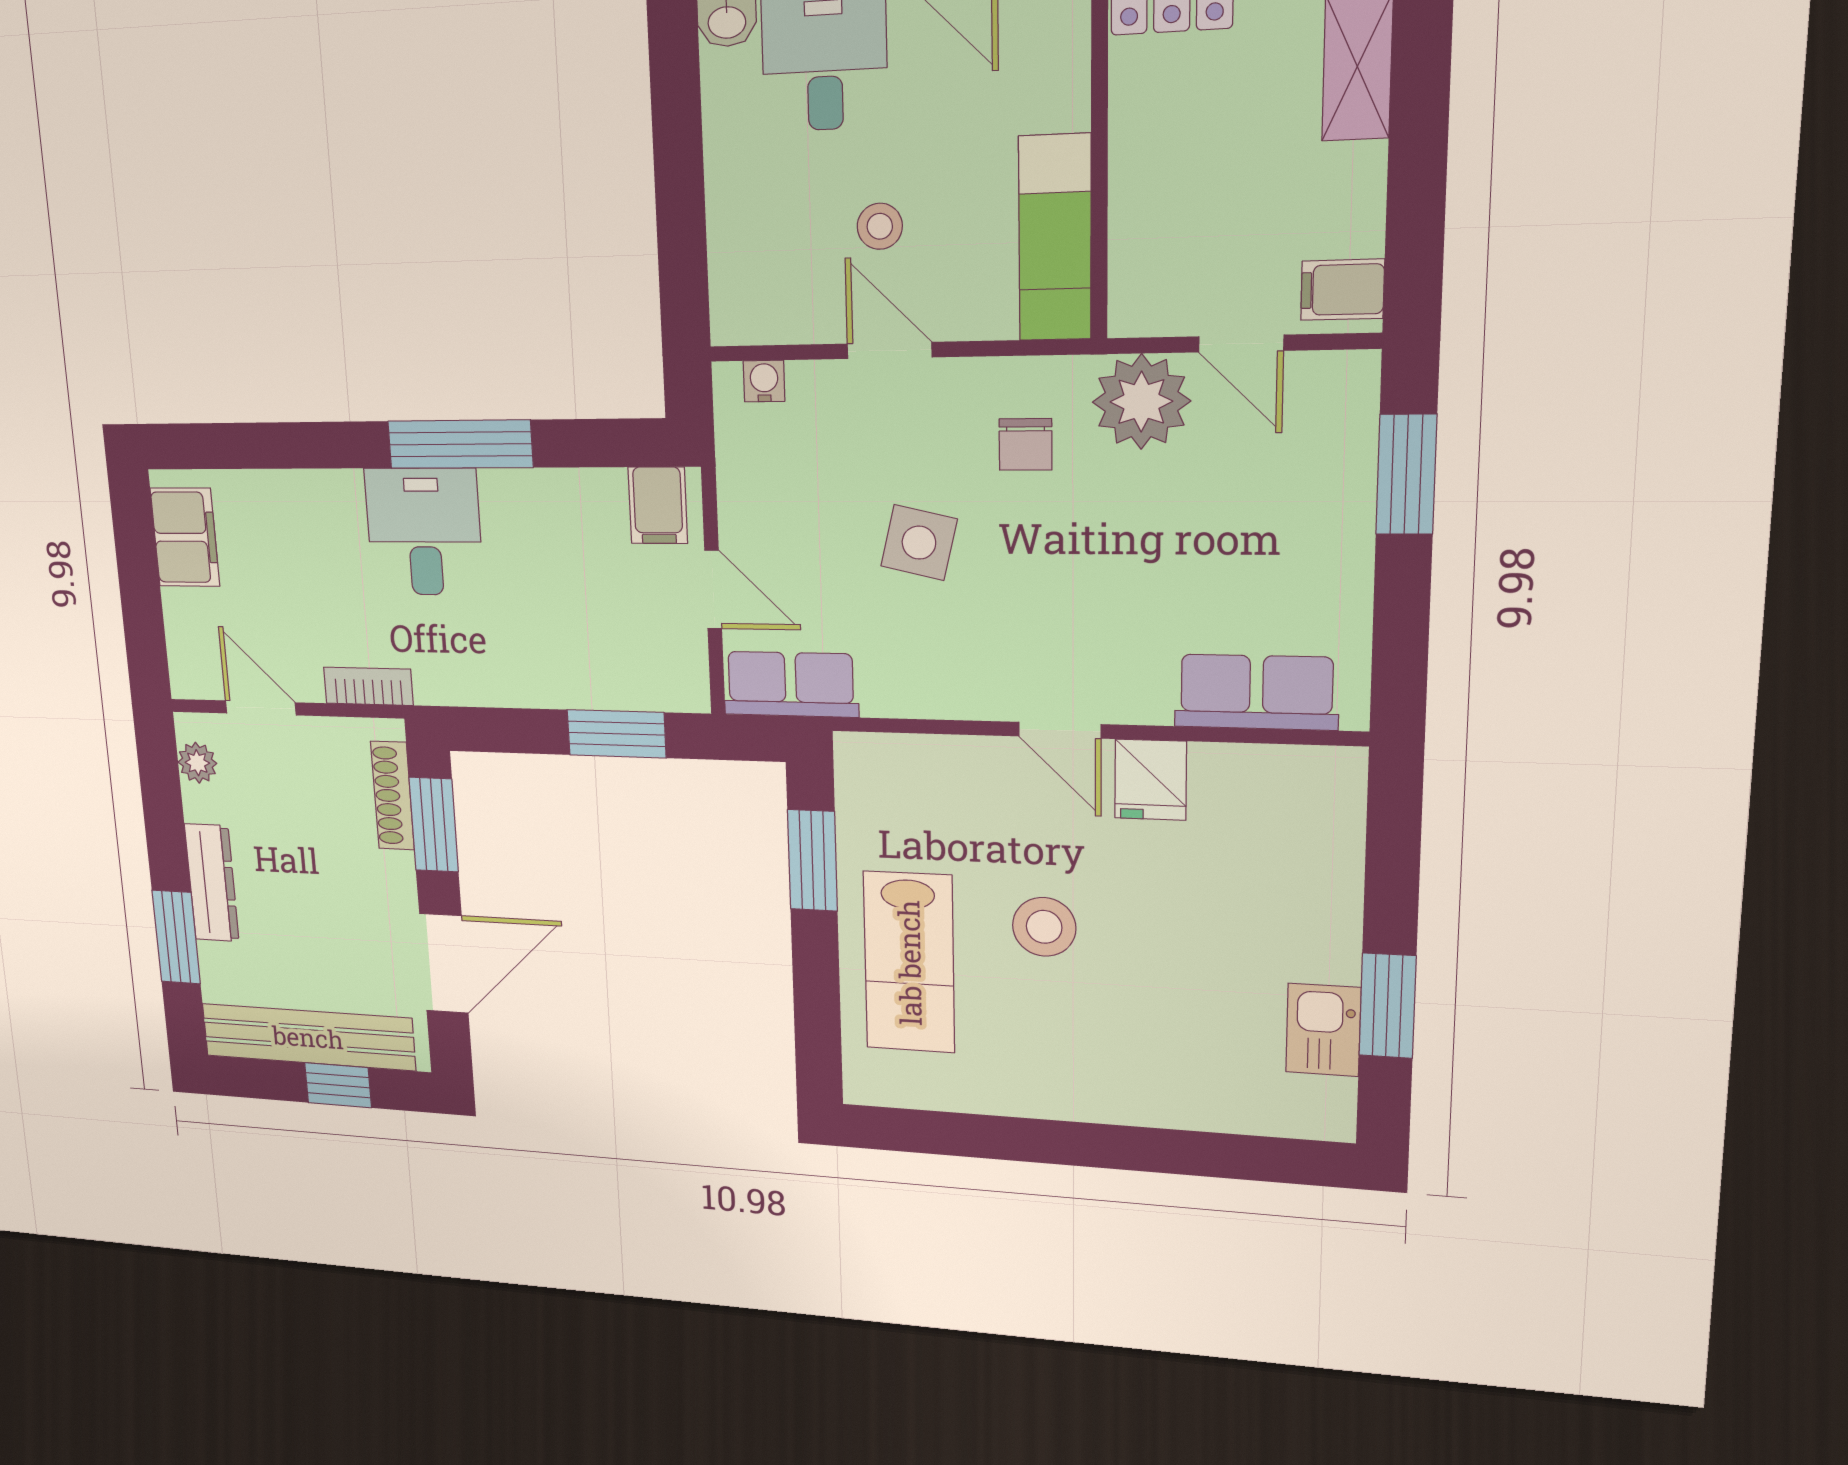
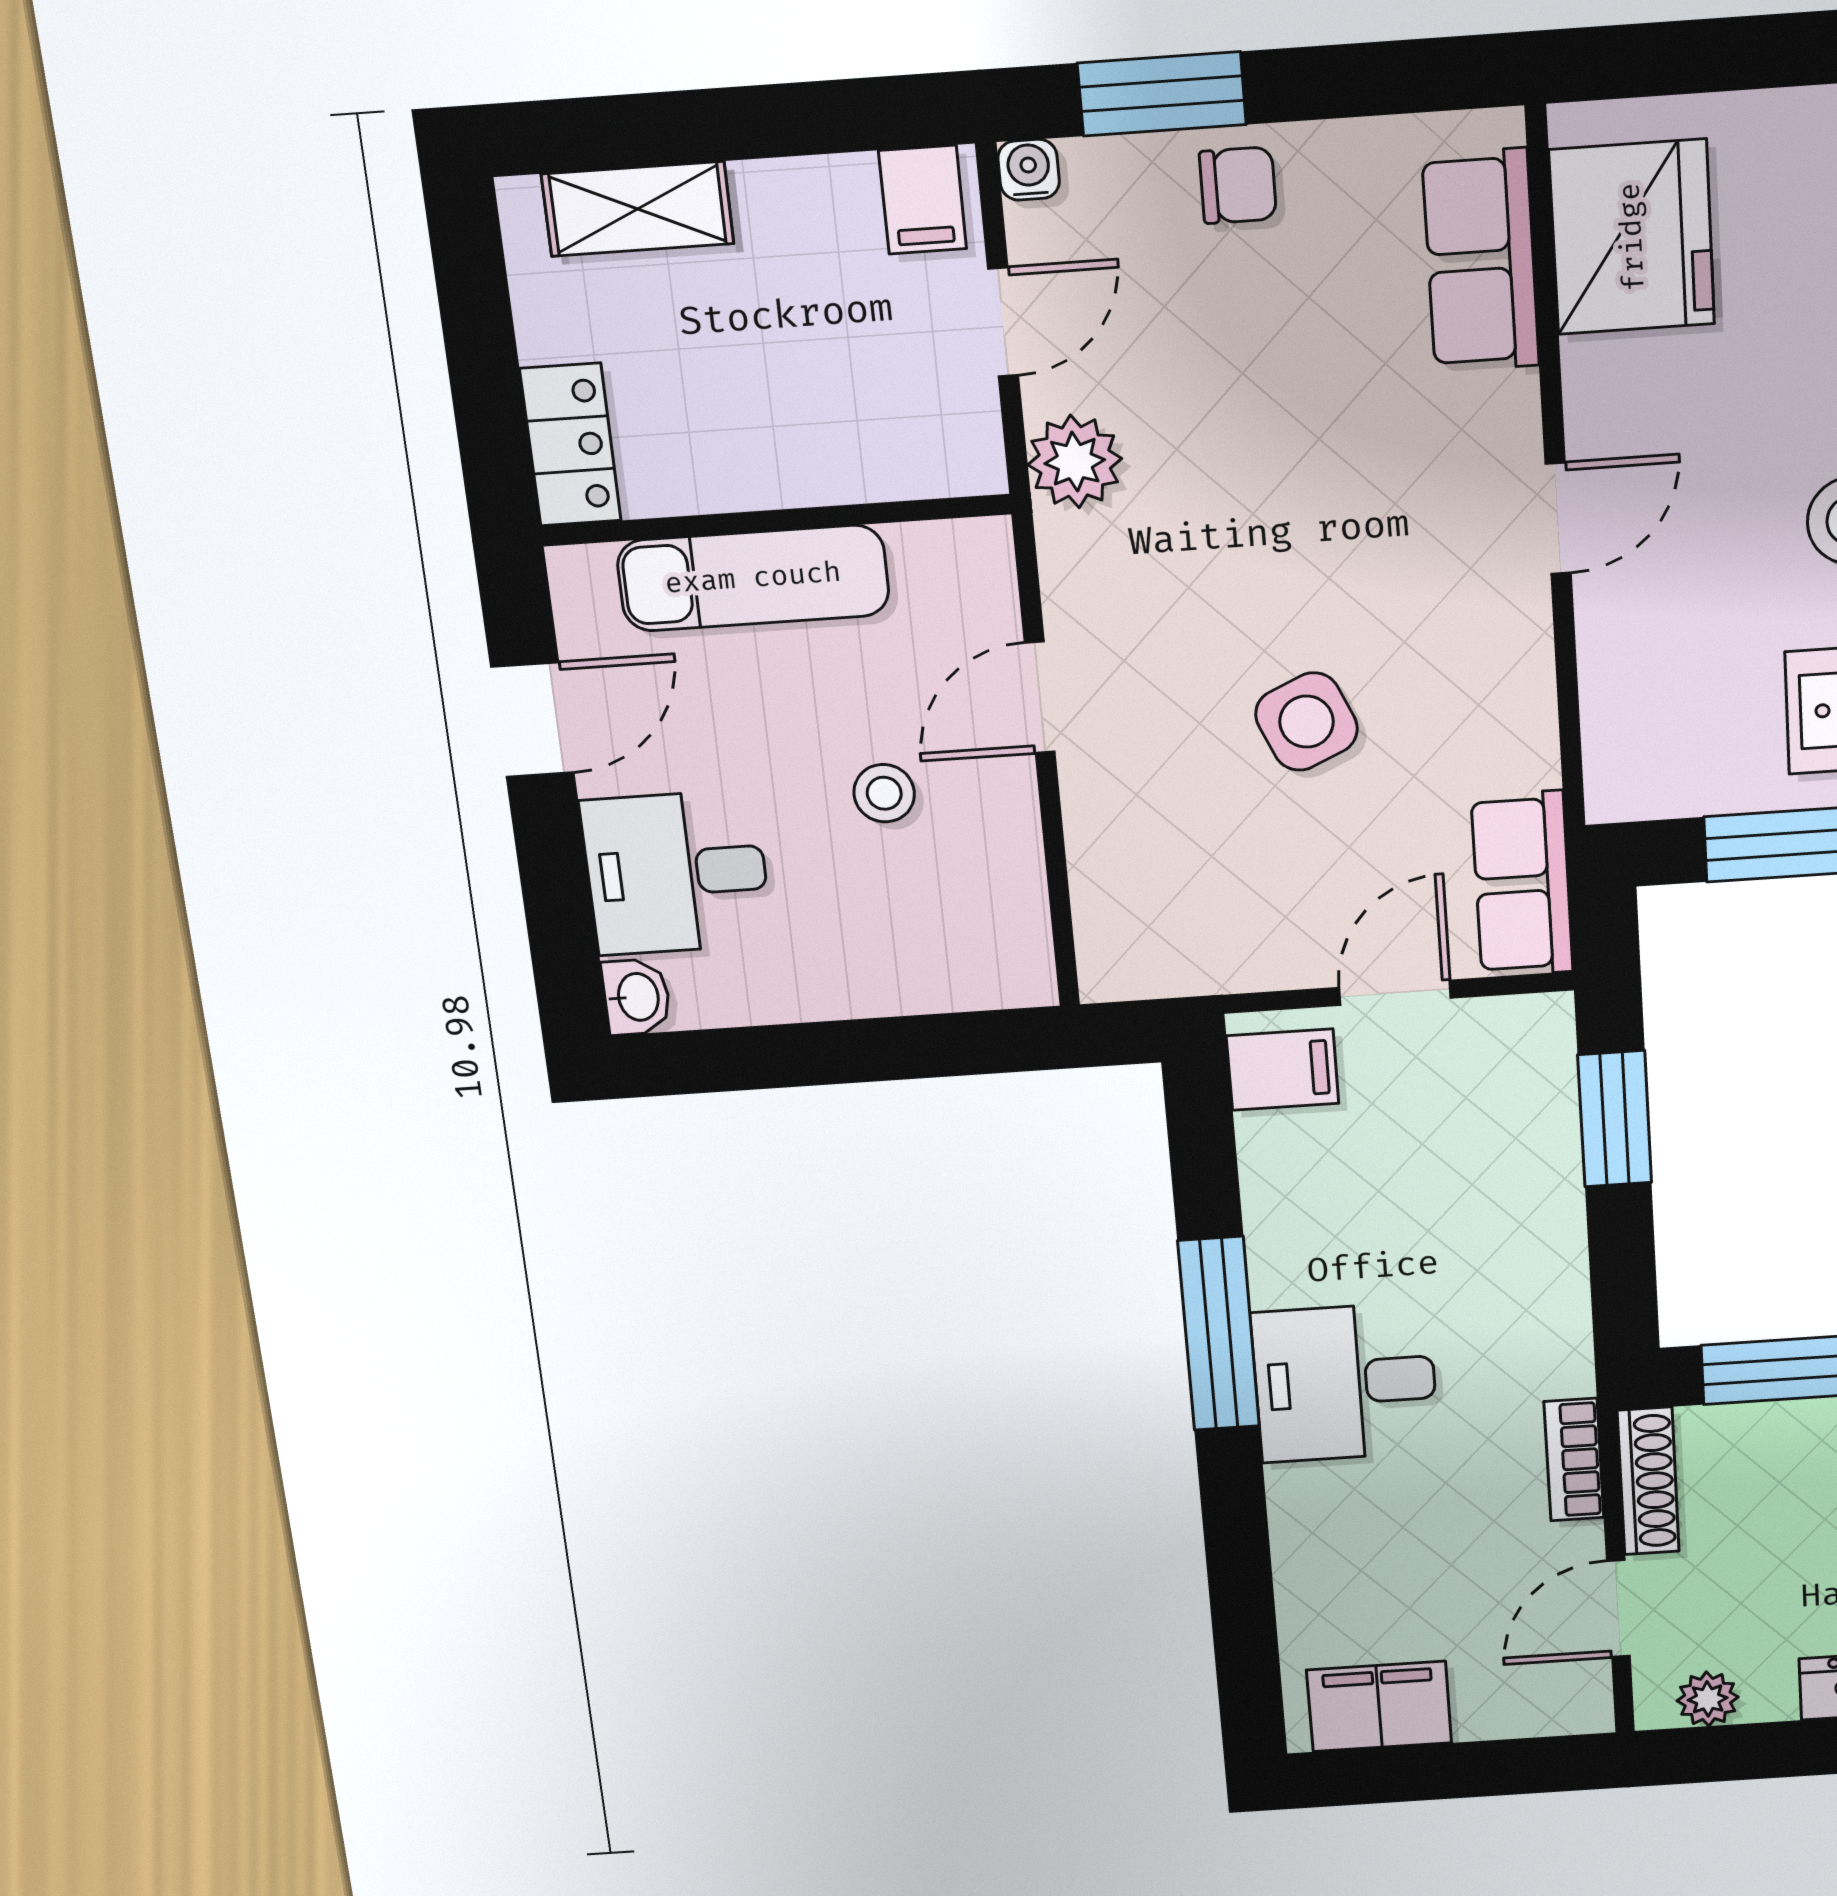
exam couch: (1055, 238) -> (753, 578), moved
door: (889, 350) -> (1040, 697), moved
water cooler: (764, 381) -> (1029, 170), moved, turned 90
plant: (1141, 402) -> (1075, 462), width x0.73, depth x0.73
chair: (1025, 444) -> (1238, 185), moved
side table: (919, 543) -> (1307, 722), turned -37
fridge: (1151, 780) -> (1632, 237), moved, width x1.88, depth x1.34
shoe rack: (393, 796) -> (1648, 1481), moved, turned -90

